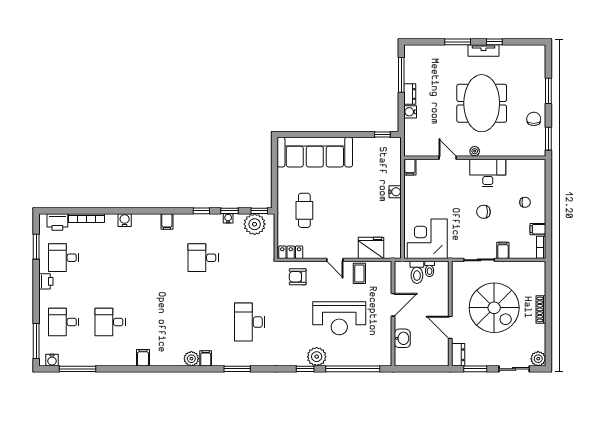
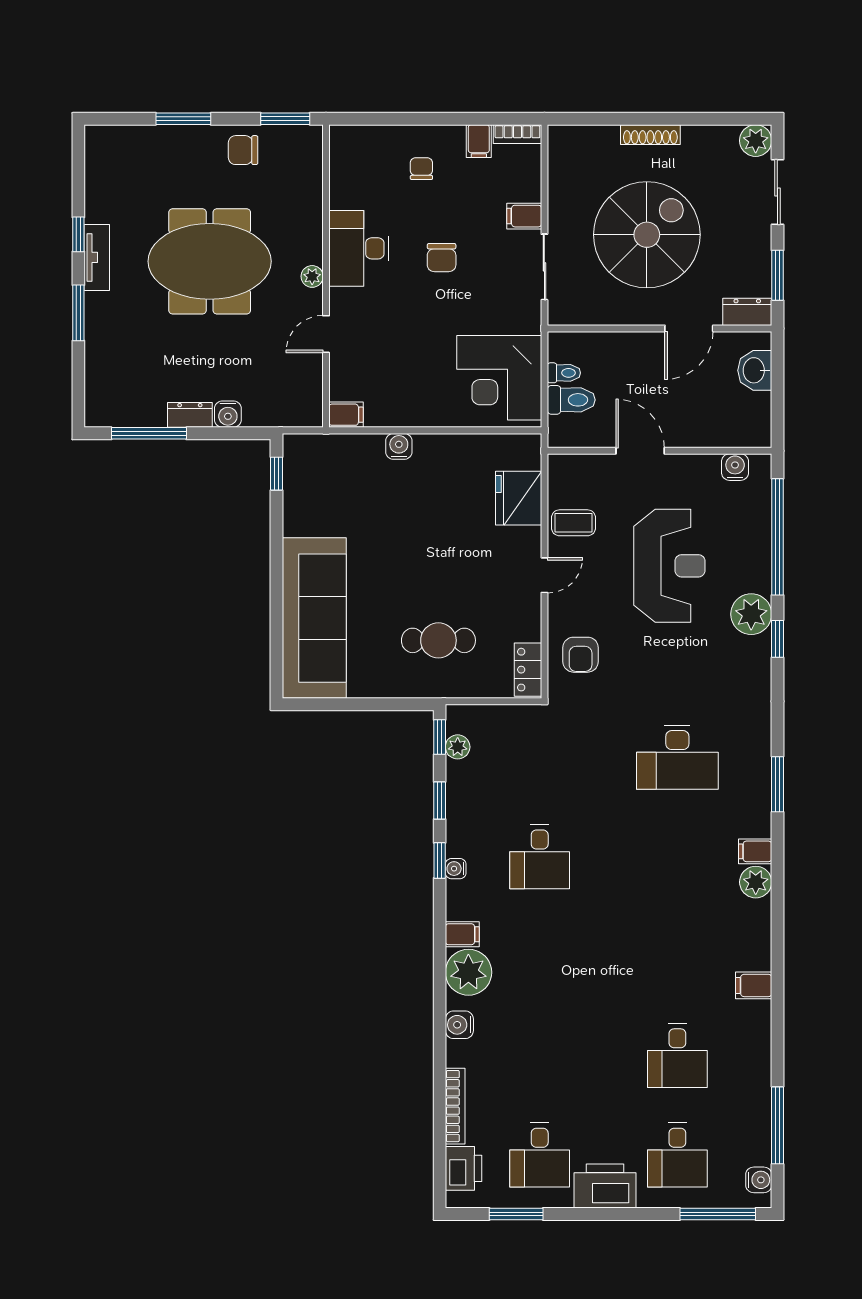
water cooler: (228, 218) -> (456, 869), moved
plant: (149, 224) -> (468, 972), added
plant: (255, 224) -> (458, 747), width x0.53, depth x0.53
printer: (46, 281) -> (605, 1186), width x1.87, depth x1.48
washbasin: (402, 338) -> (755, 370), moved, turned -90
water cooler: (385, 349) -> (735, 467), added

